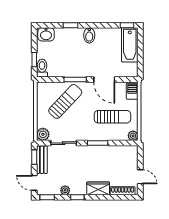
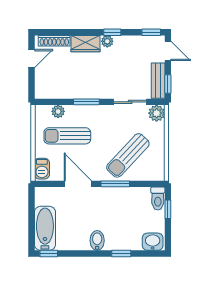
plant: (133, 136) -> (58, 111), moved
door: (140, 177) -> (31, 59), swing flipped
plant: (65, 190) -> (107, 41), moved

